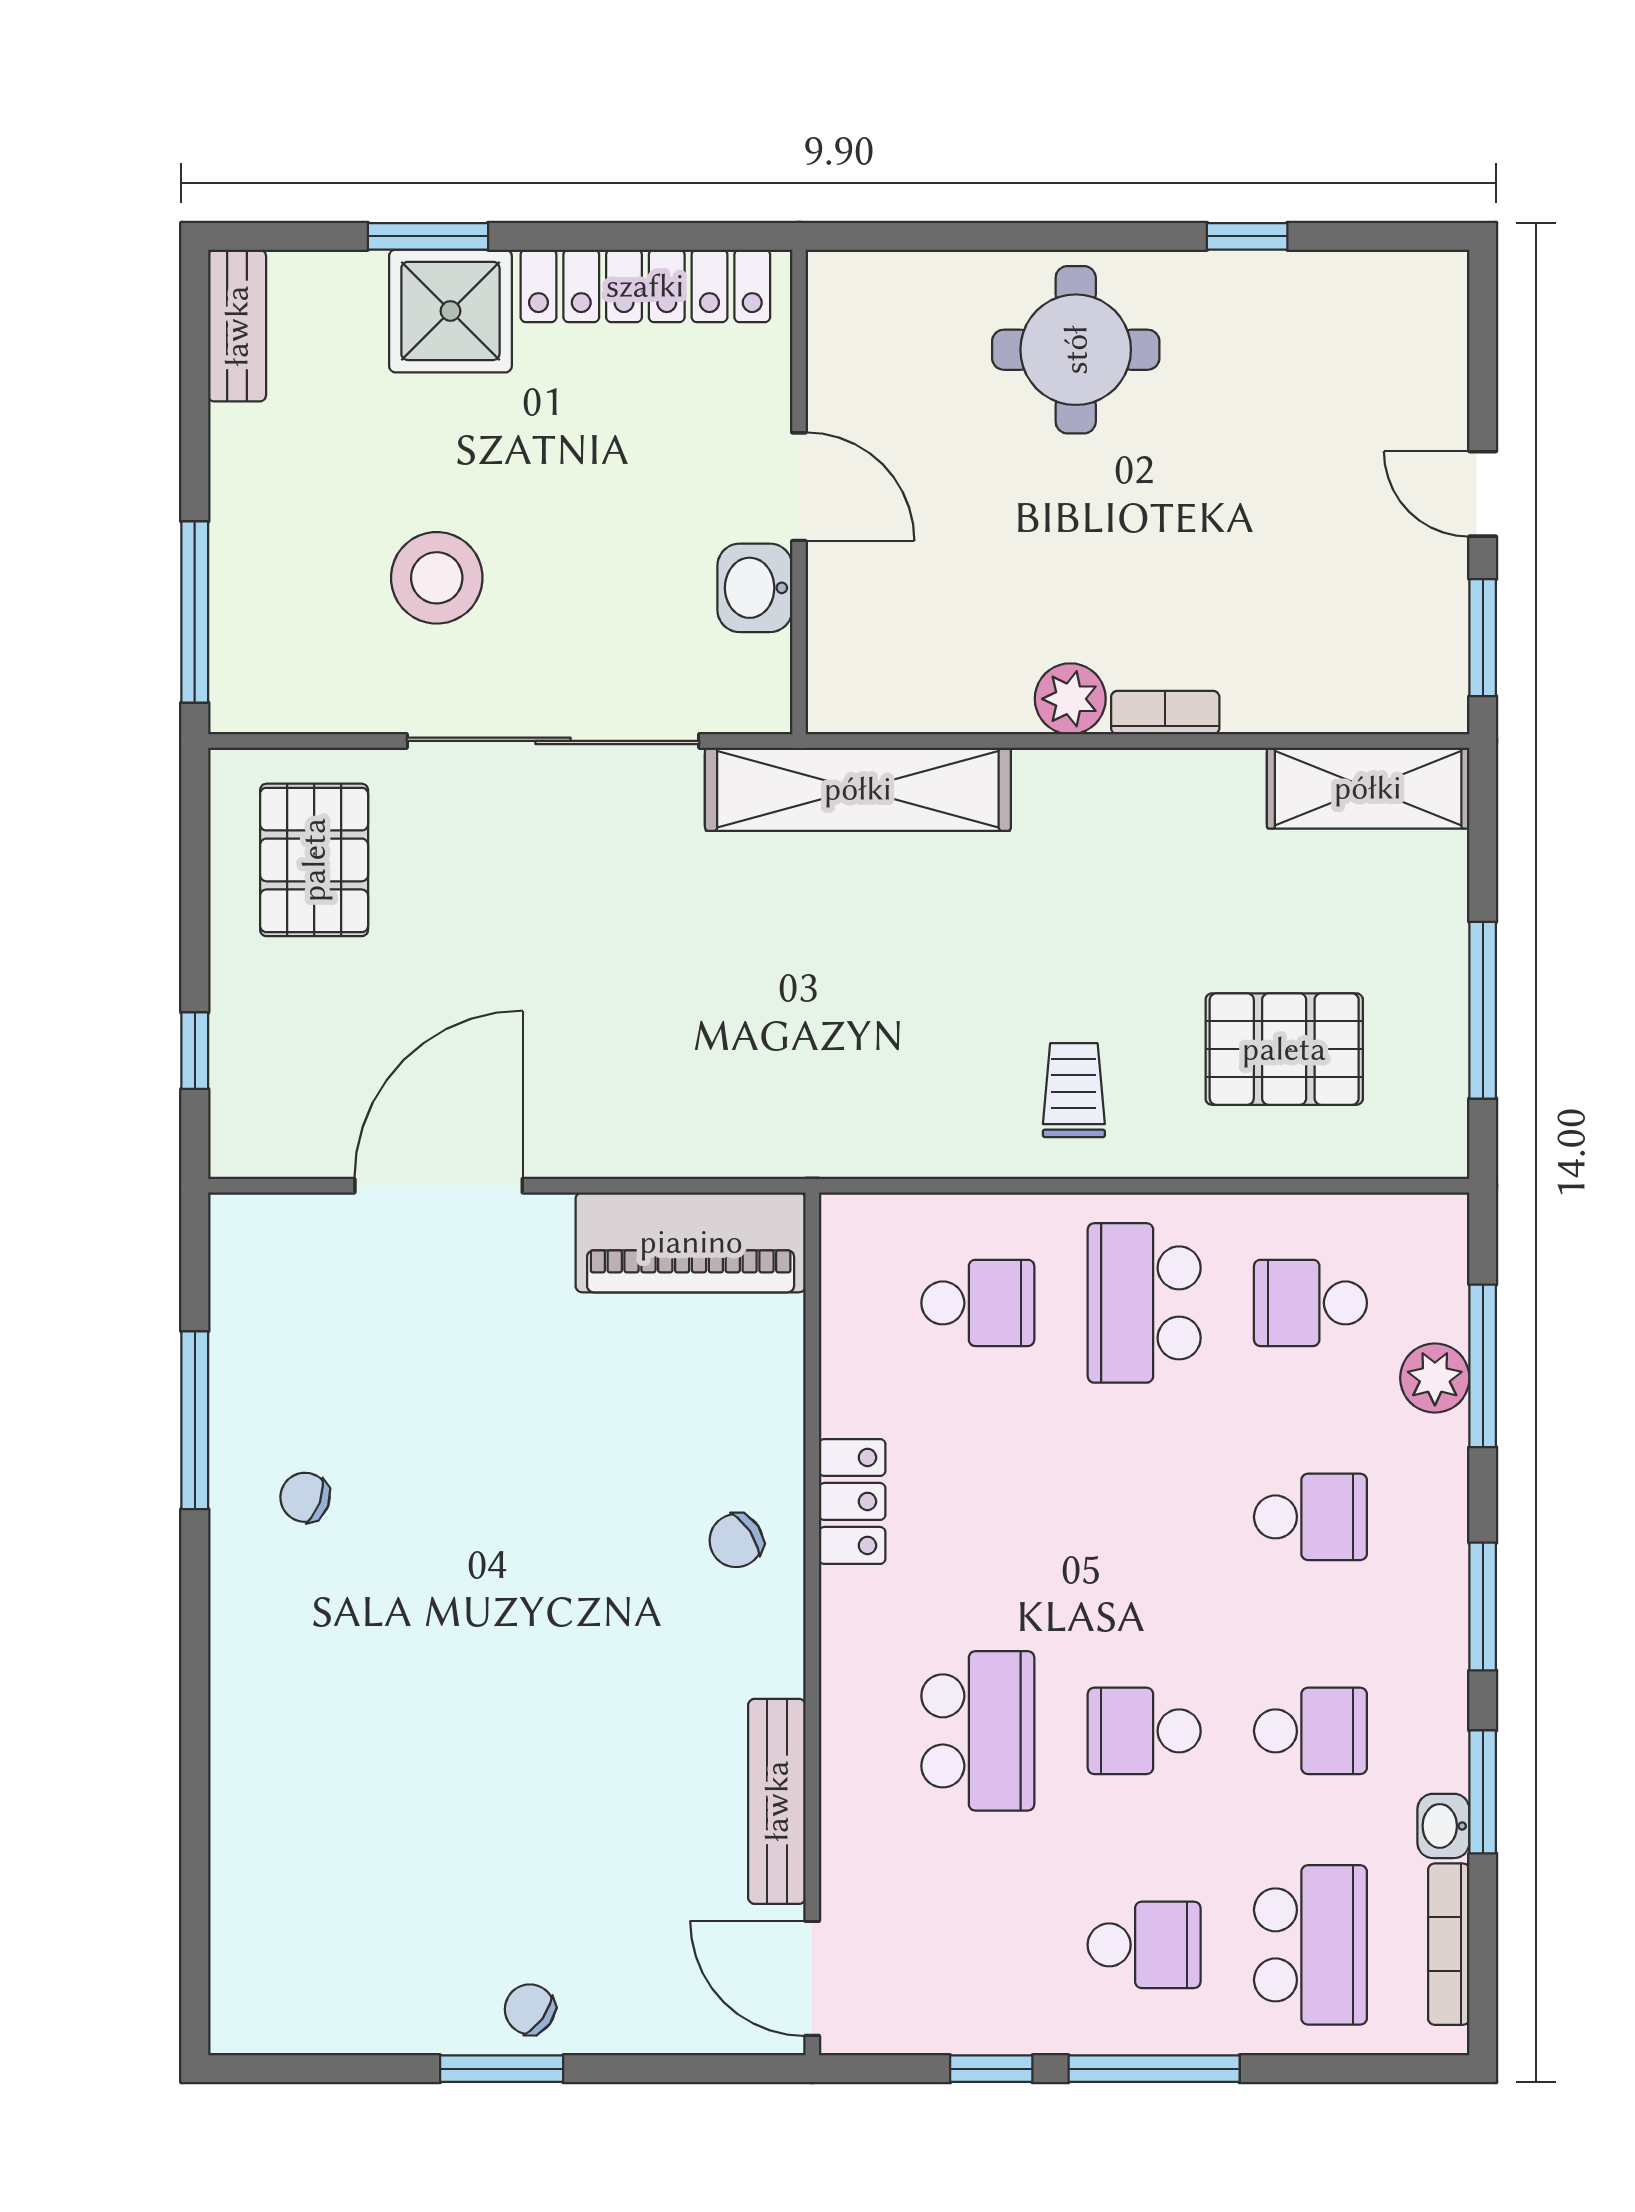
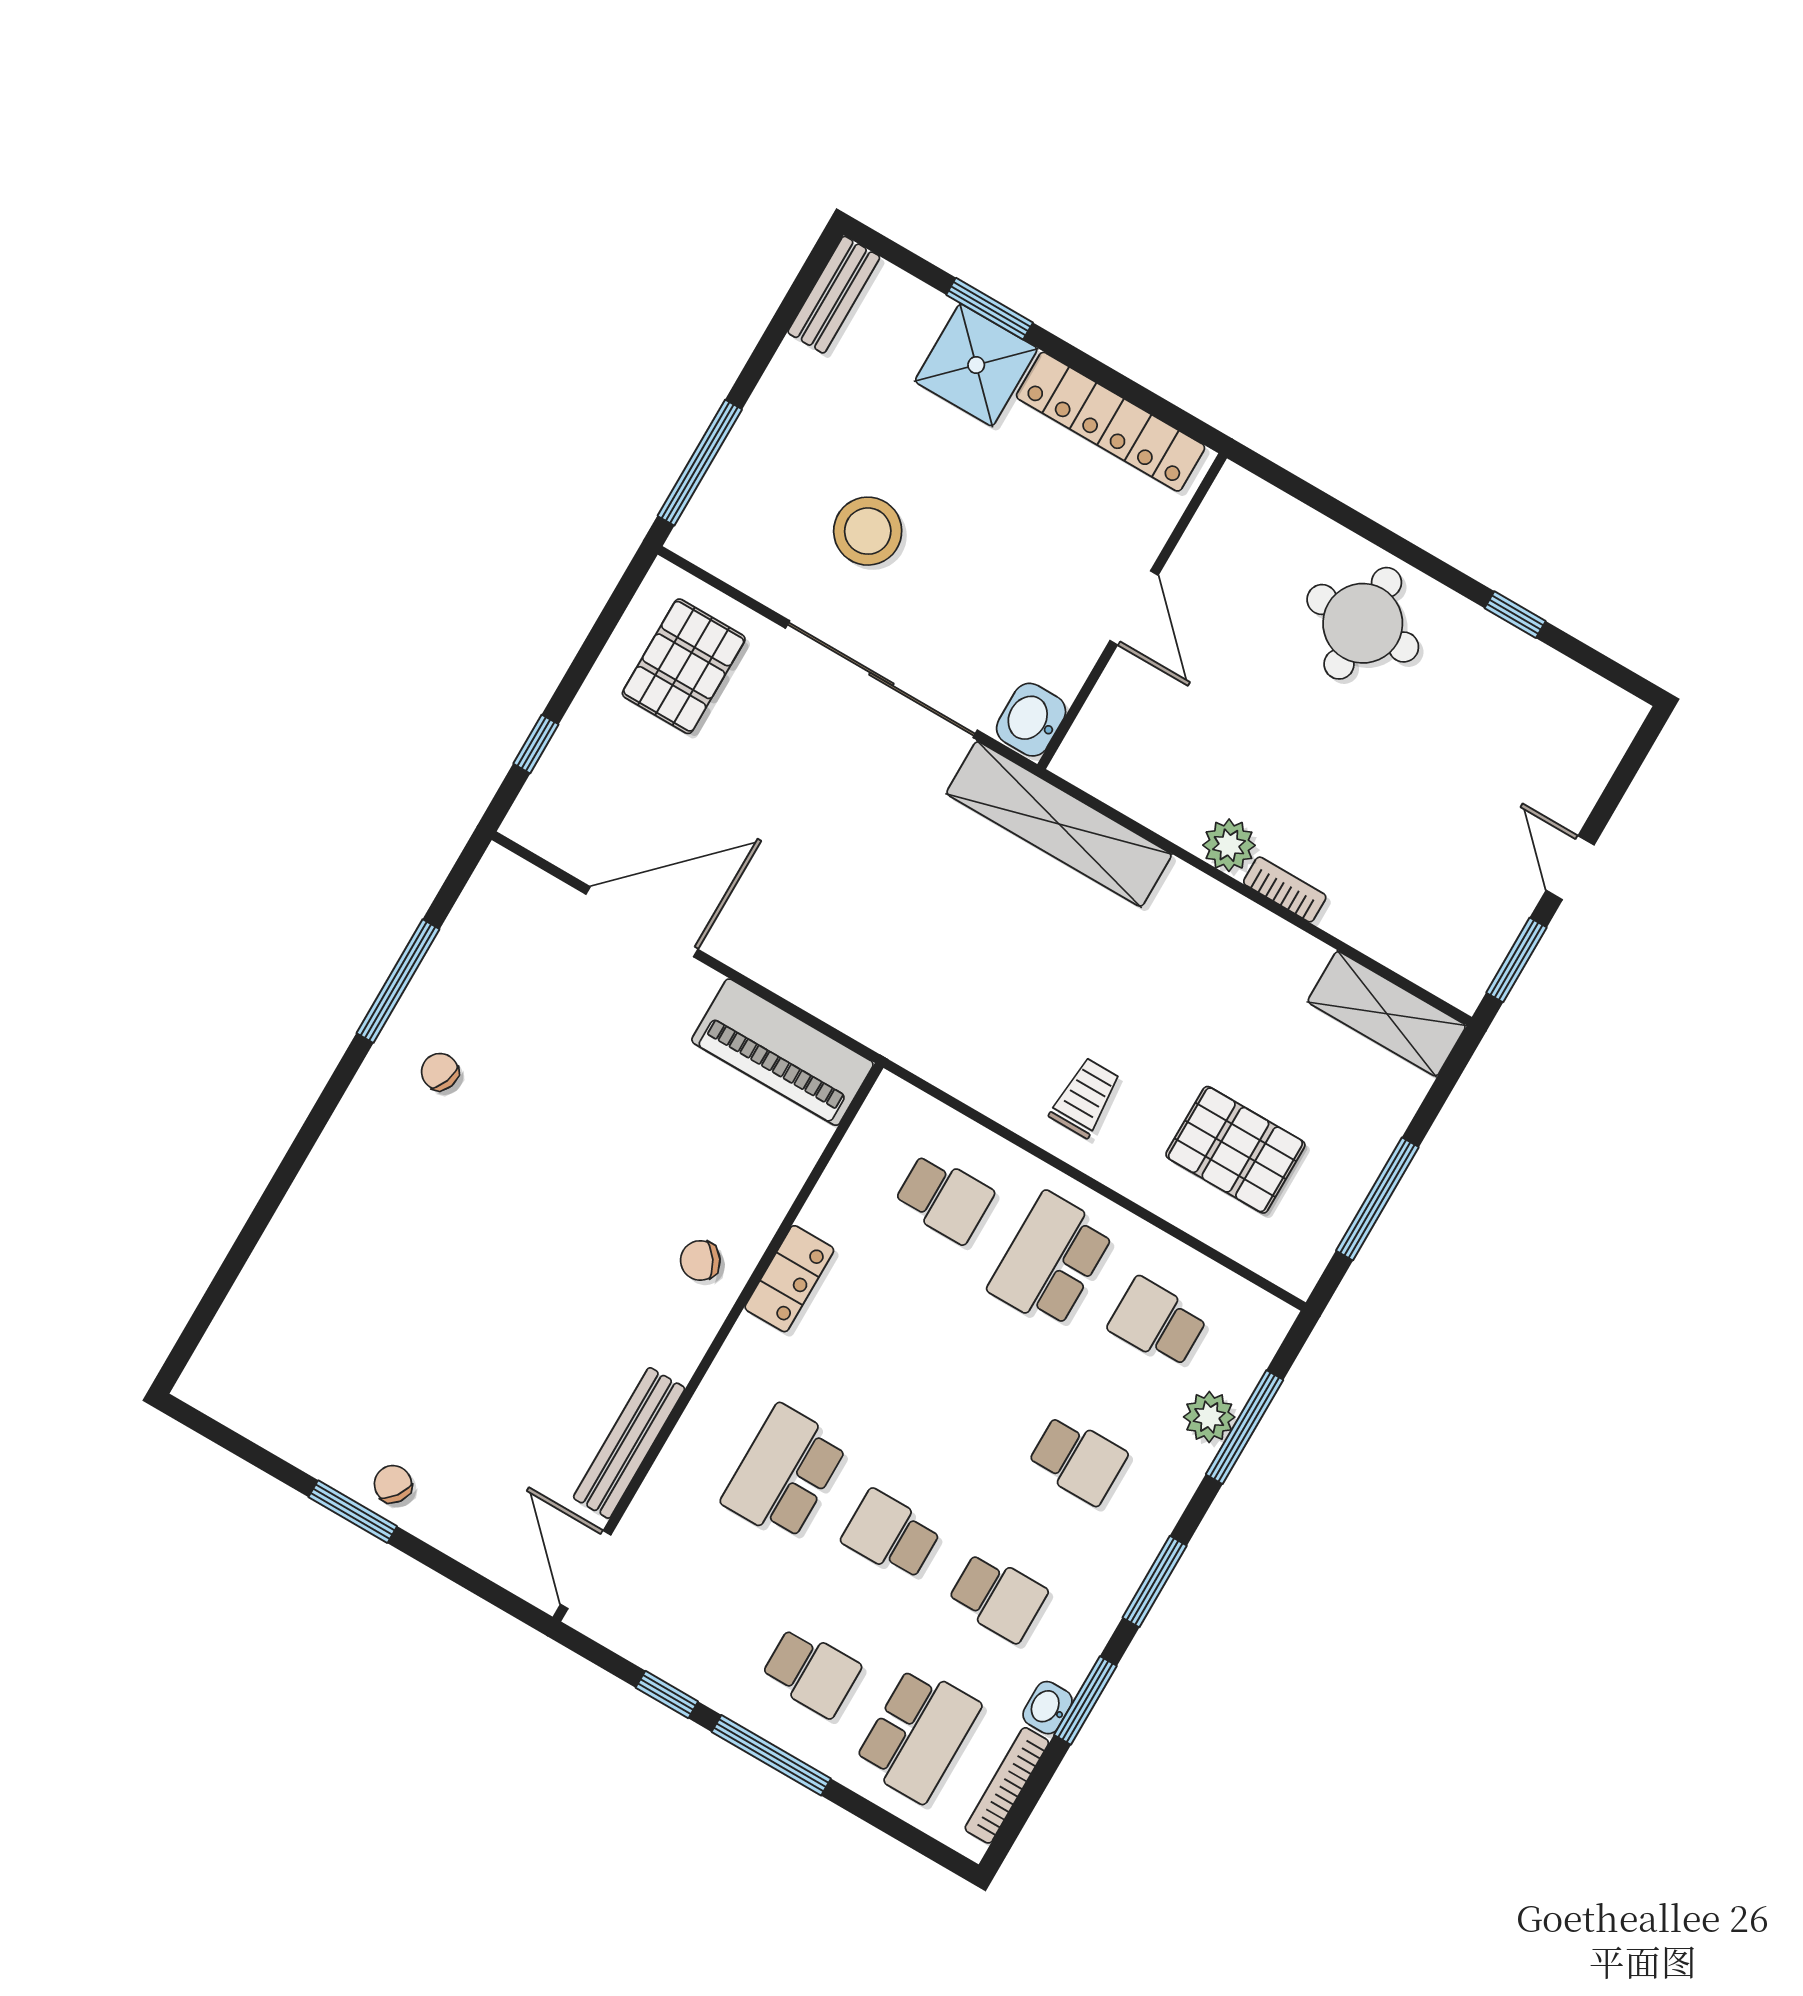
washbasin: (755, 588) -> (1031, 720), moved
school desk: (978, 1731) -> (784, 1473), turned 180

